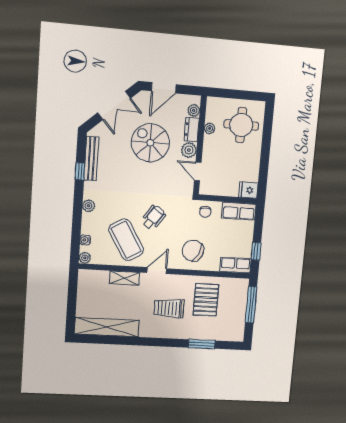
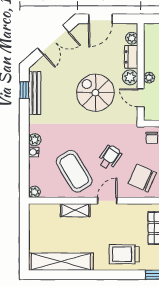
plant: (210, 128) -> (149, 78), moved
spiral stairs: (150, 143) -> (95, 93), moved
window: (80, 171) -> (24, 90), moved
wheelchair: (153, 217) -> (110, 157), moved
water cooler: (85, 240) -> (34, 152), moved
trolley: (169, 308) -> (124, 254), moved

